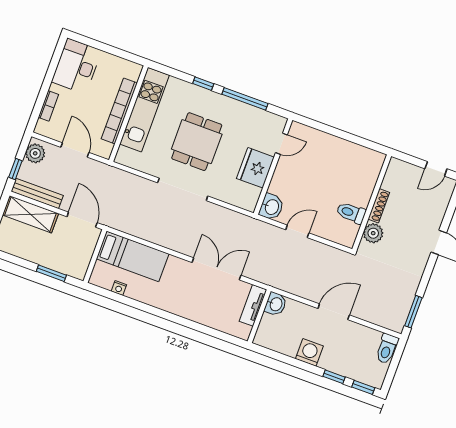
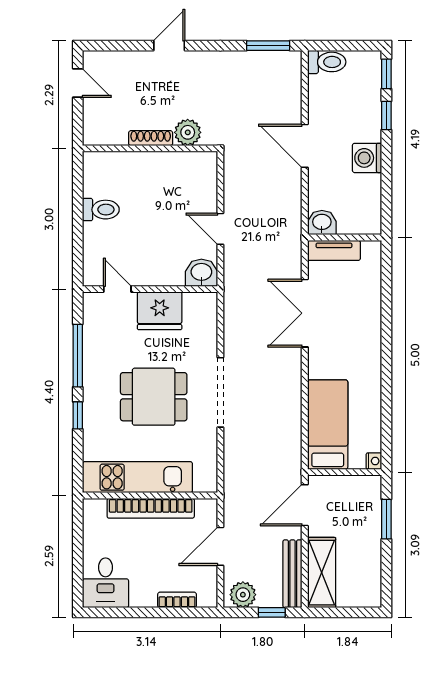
desk: (77, 66) -> (105, 583), width x0.73
toilet: (351, 213) -> (101, 210), moved, turned -90
nightstand: (119, 288) -> (374, 461), moved

